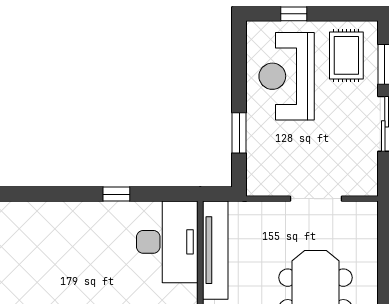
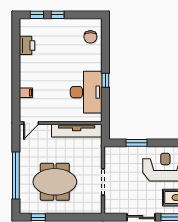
chair: (31, 223) -> (90, 37), added
desk: (167, 242) -> (86, 92), moved, turned -90

